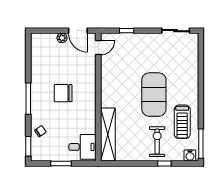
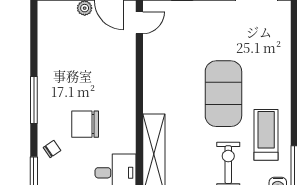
chair: (63, 93) -> (85, 124), moved
treadmill: (182, 122) -> (266, 135), turned 180

